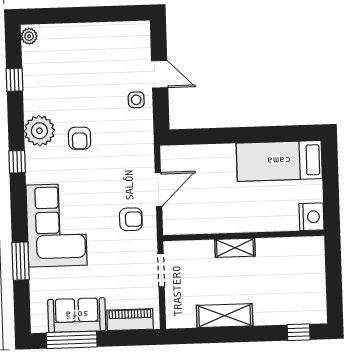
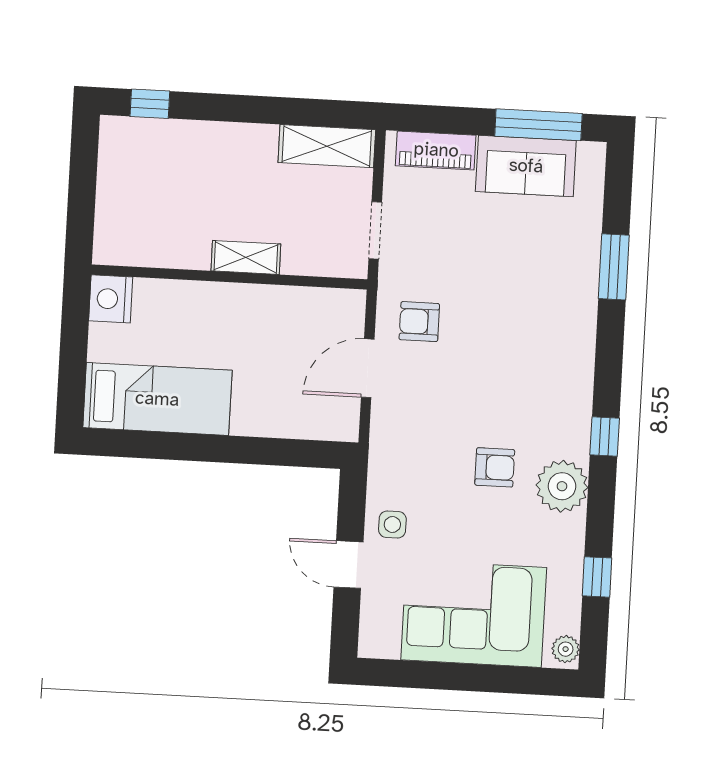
armchair: (80, 138) -> (495, 467), turned 90
corner sofa: (57, 225) -> (474, 614), moved, turned 90
shelving: (225, 316) -> (327, 146), moved

